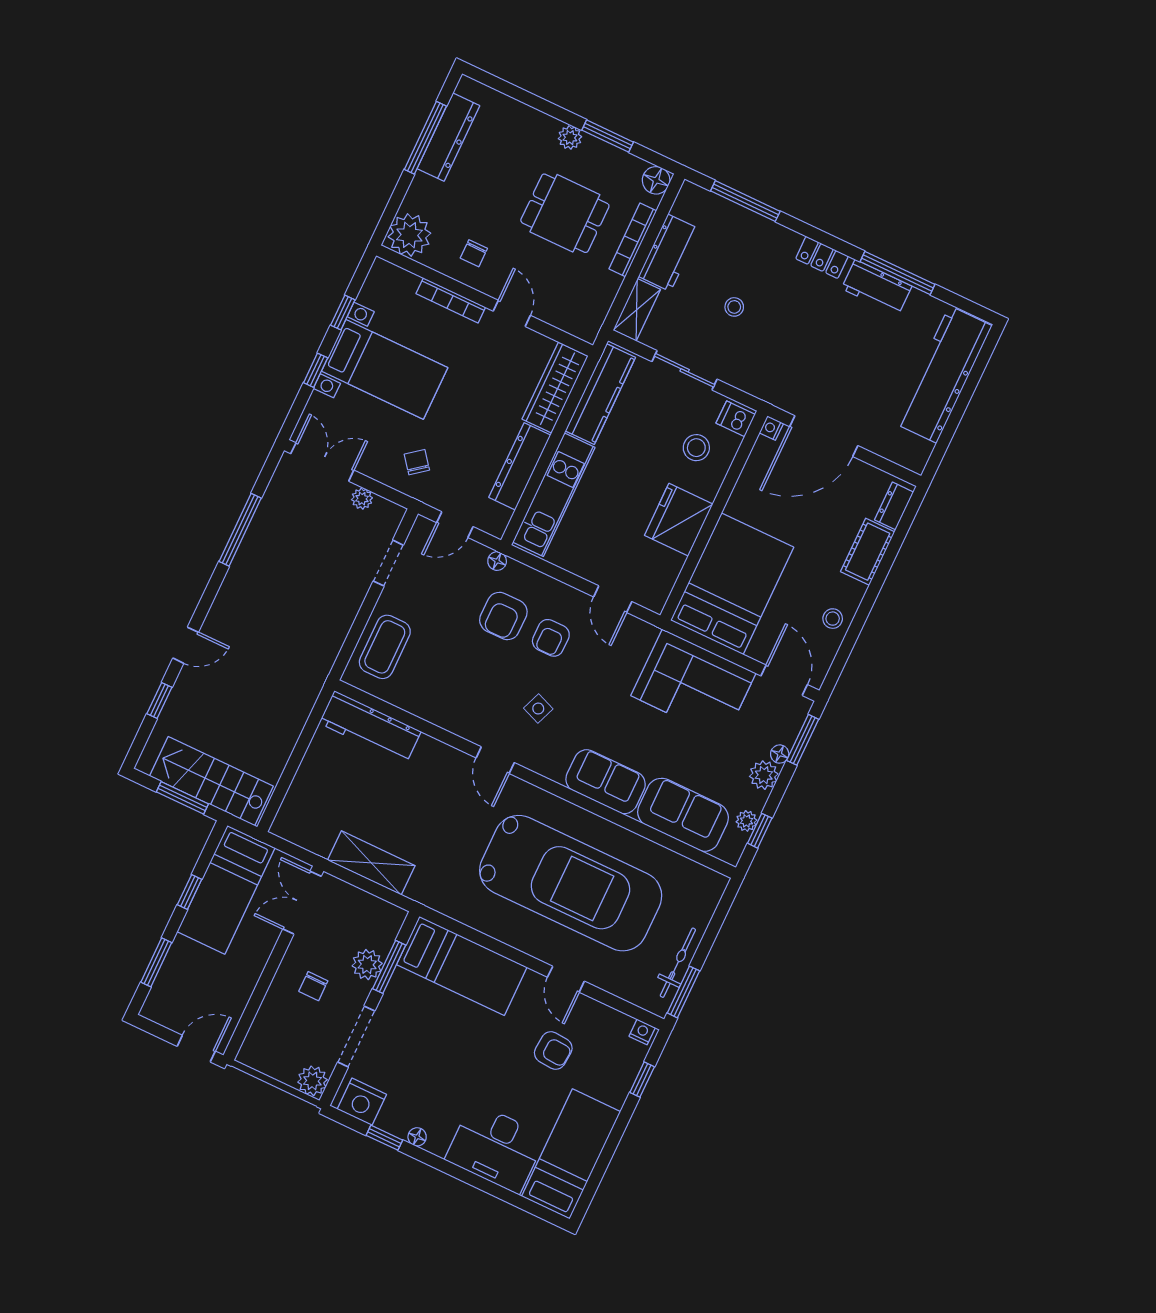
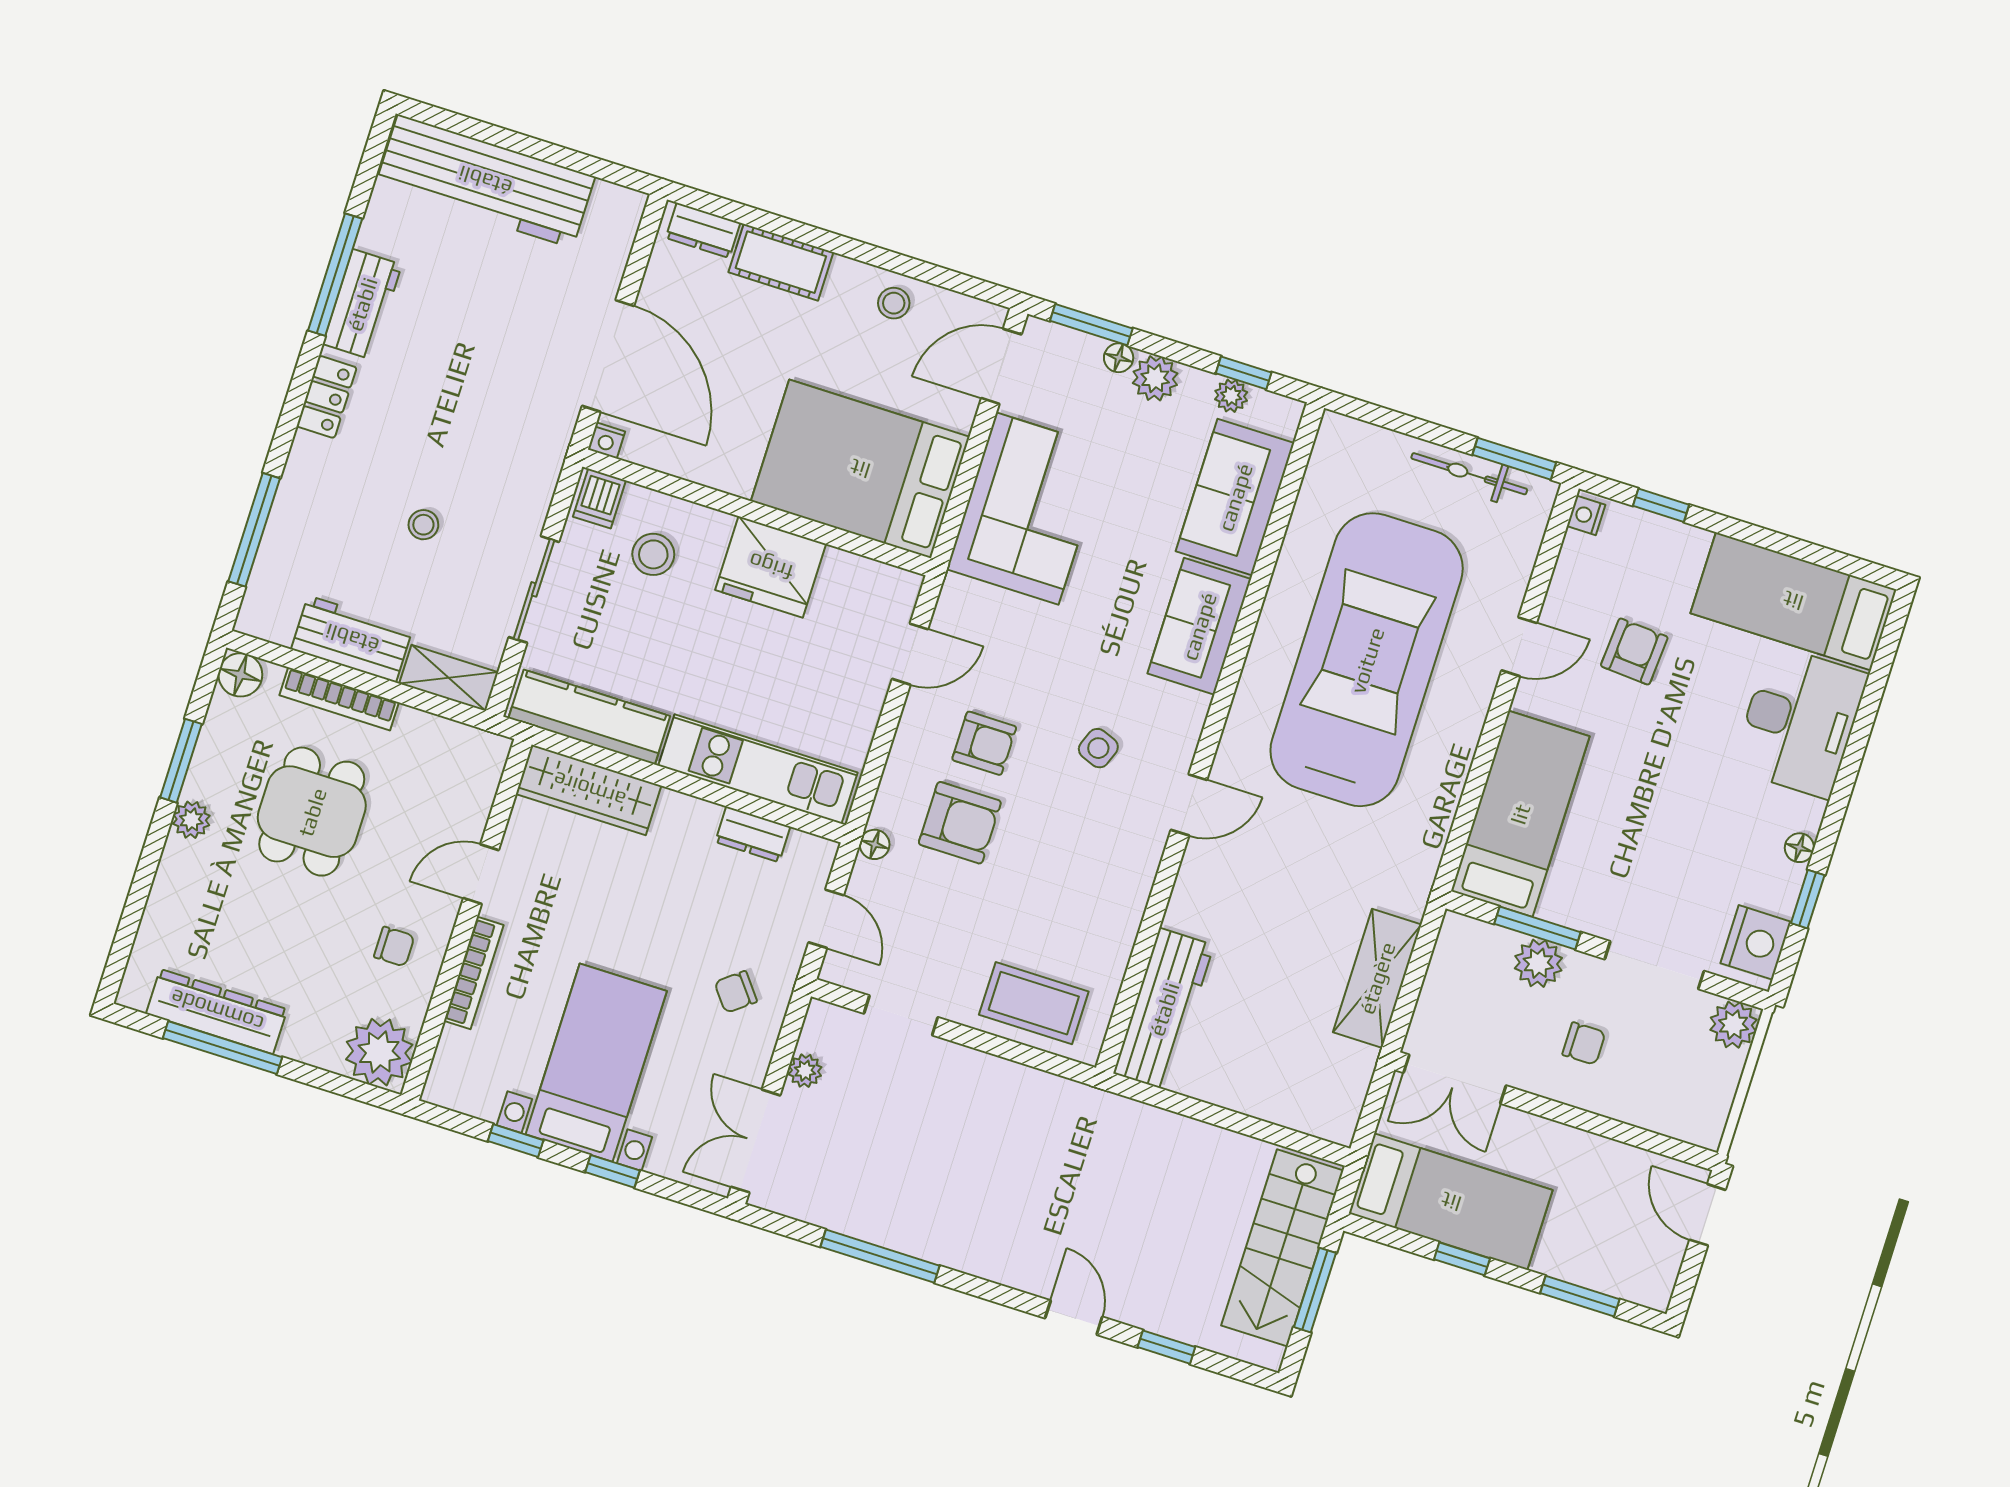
dresser: (520, 466) -> (753, 834), width x0.51, depth x0.80

